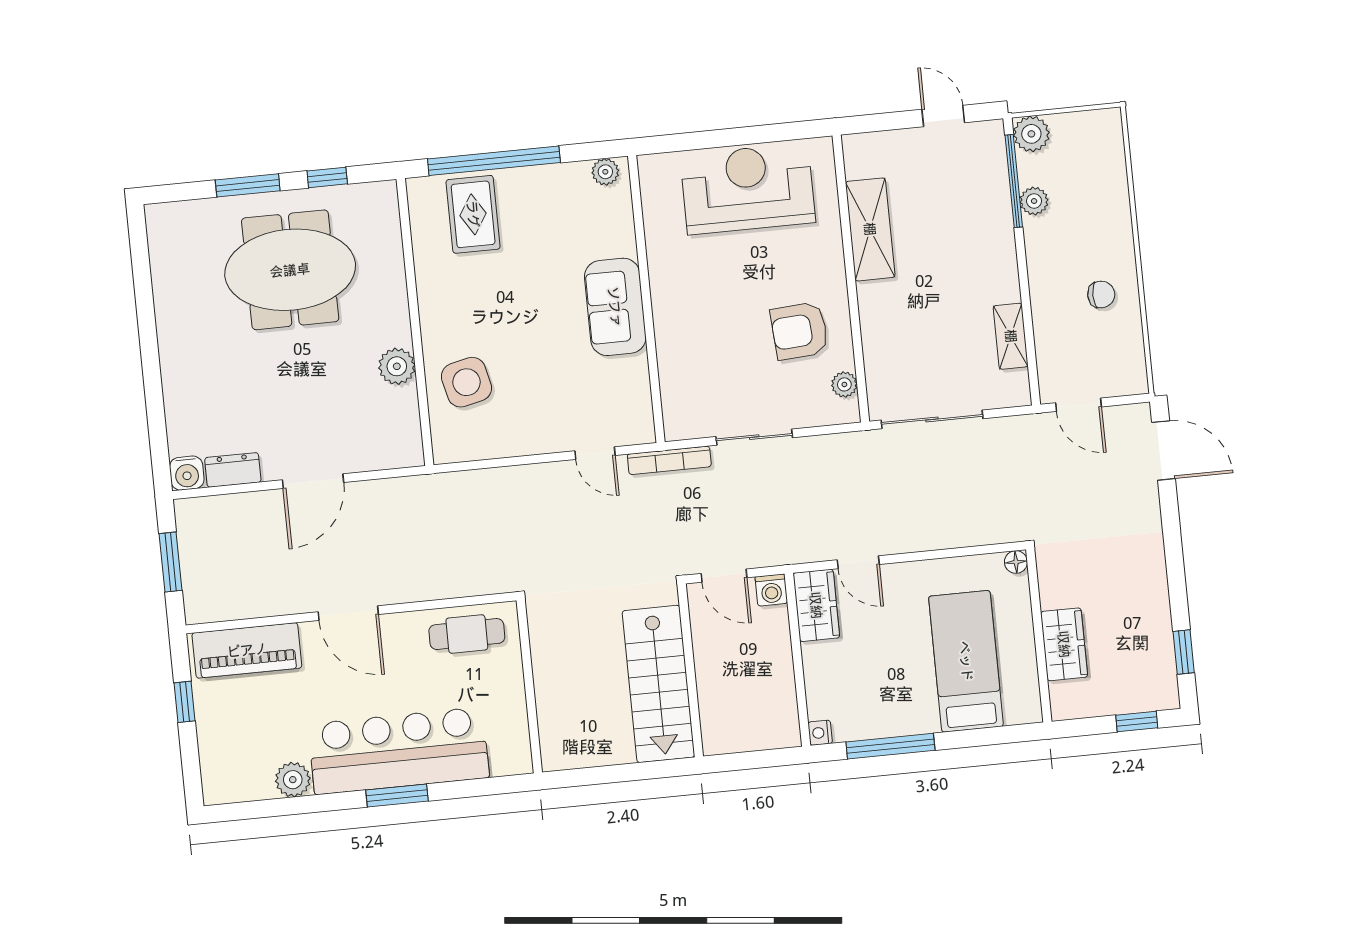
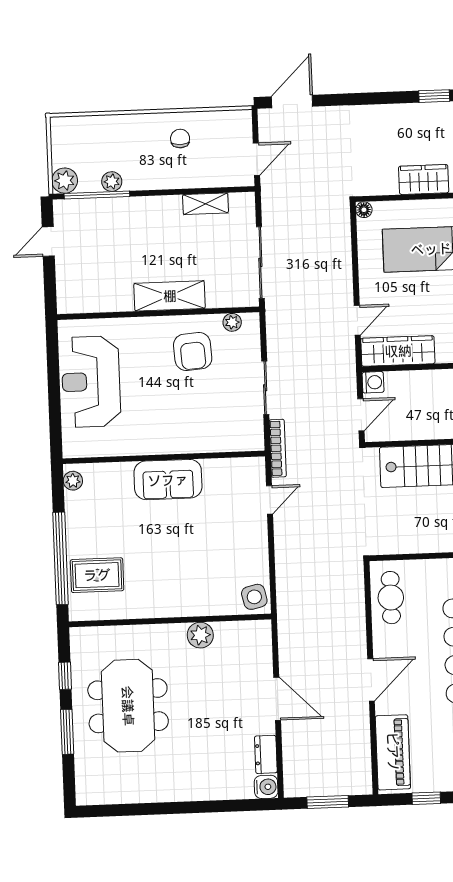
shelving: (870, 229) -> (170, 296), moved
side table: (466, 382) -> (254, 597), moved, width x0.73, depth x0.73
wardrobe: (816, 605) -> (398, 351), width x1.50

